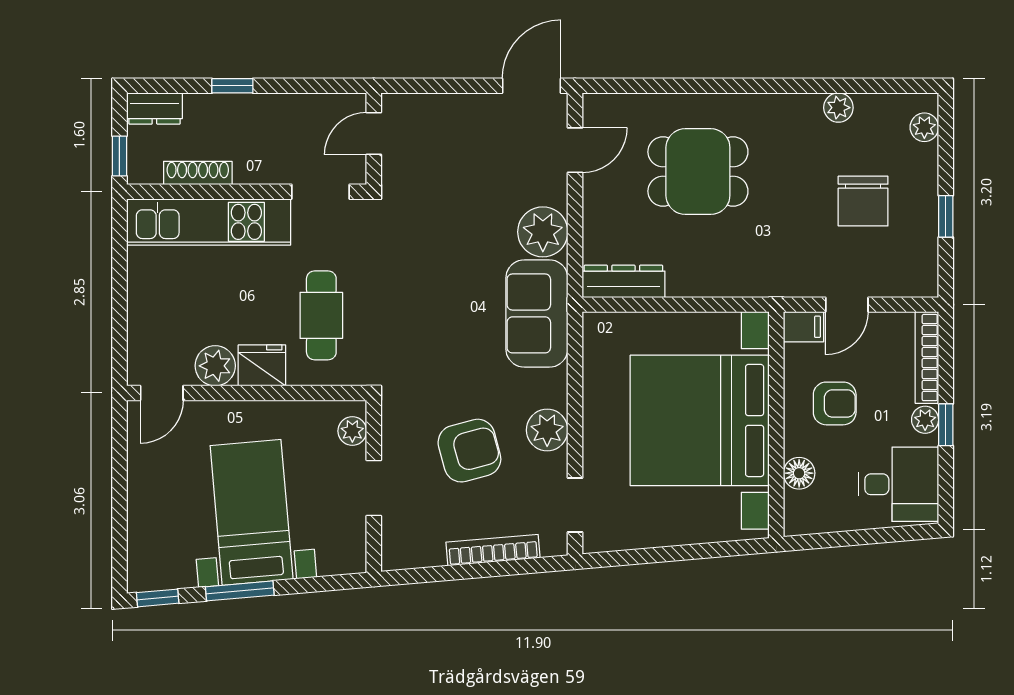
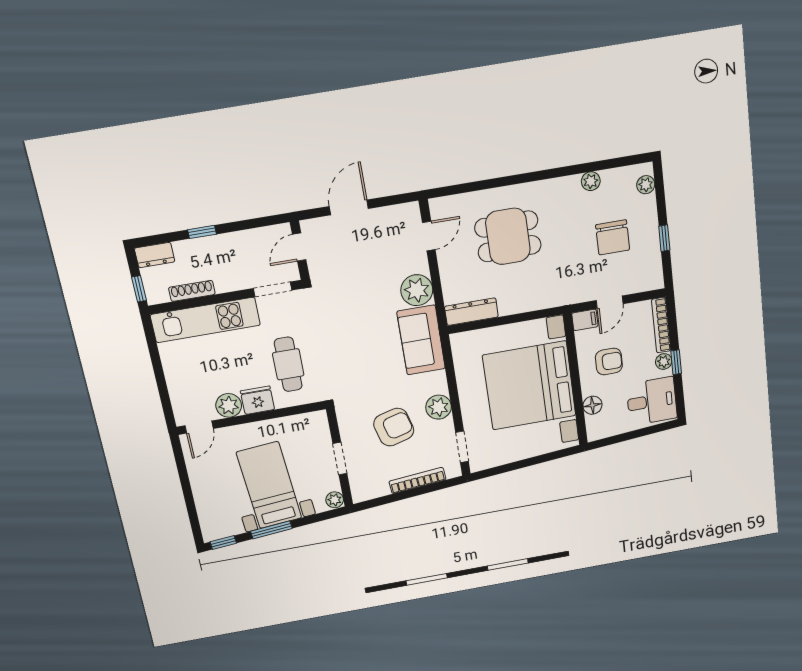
door: (531, 86) -> (349, 207), moved
plant: (352, 431) -> (335, 500), moved

